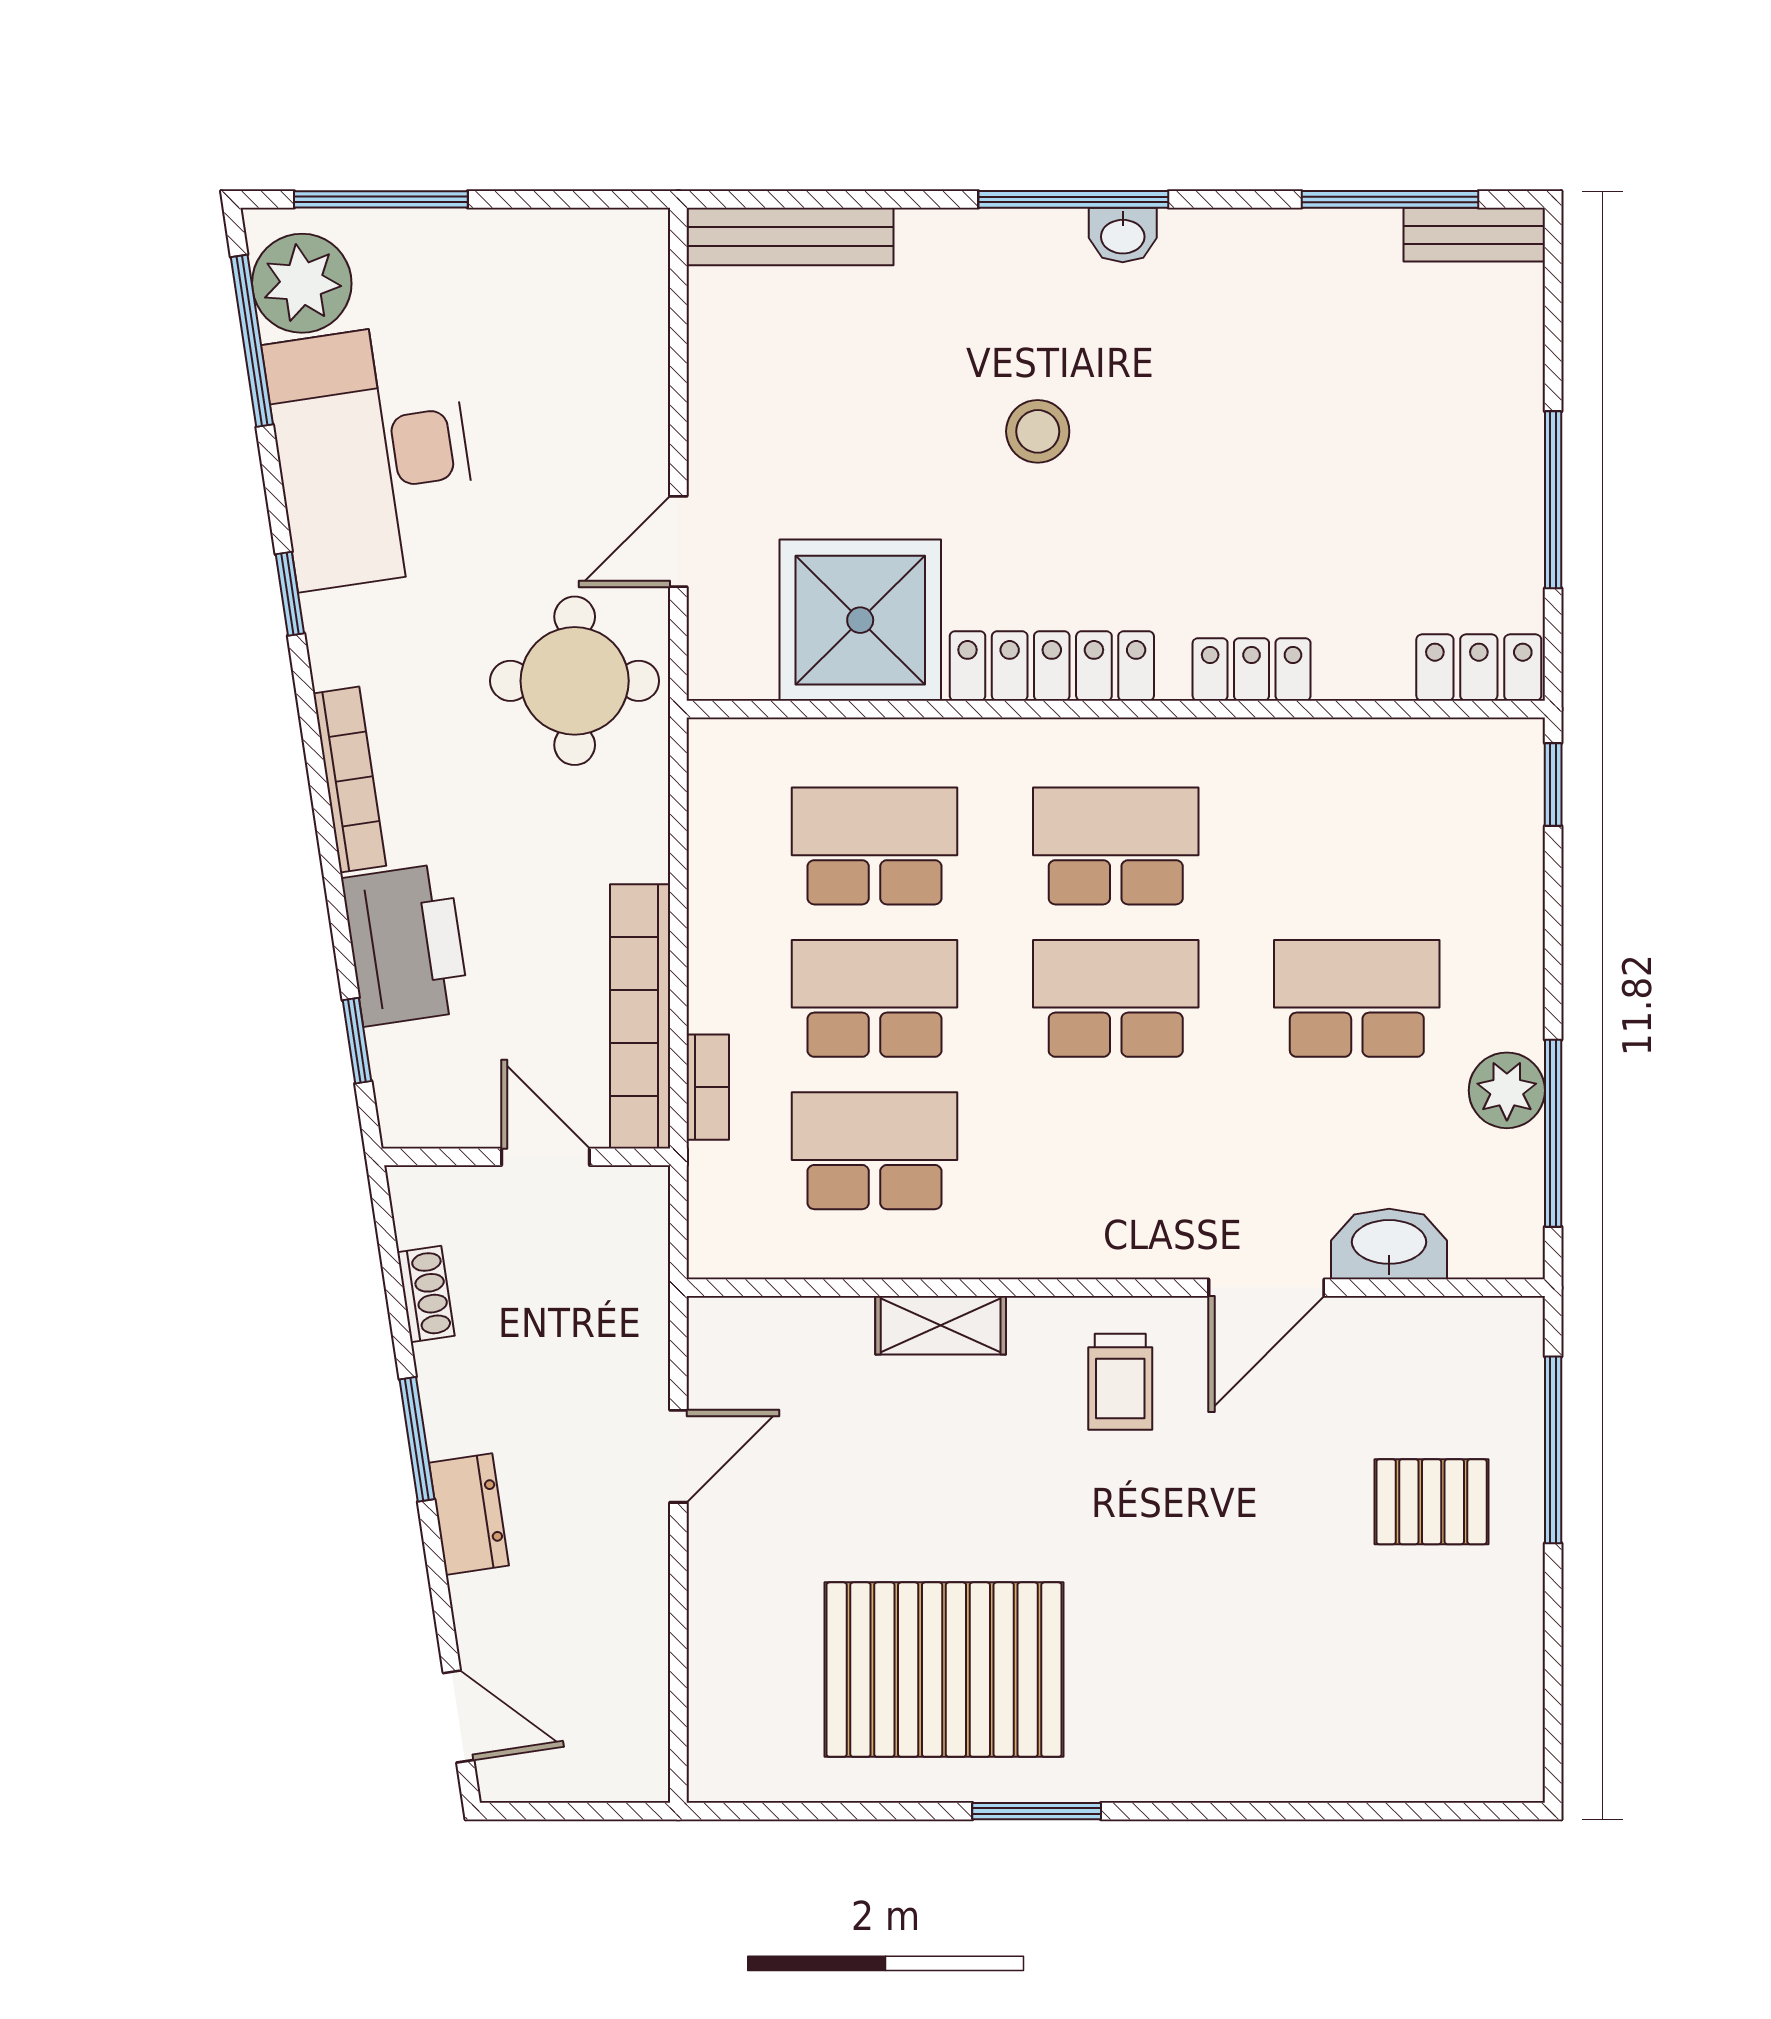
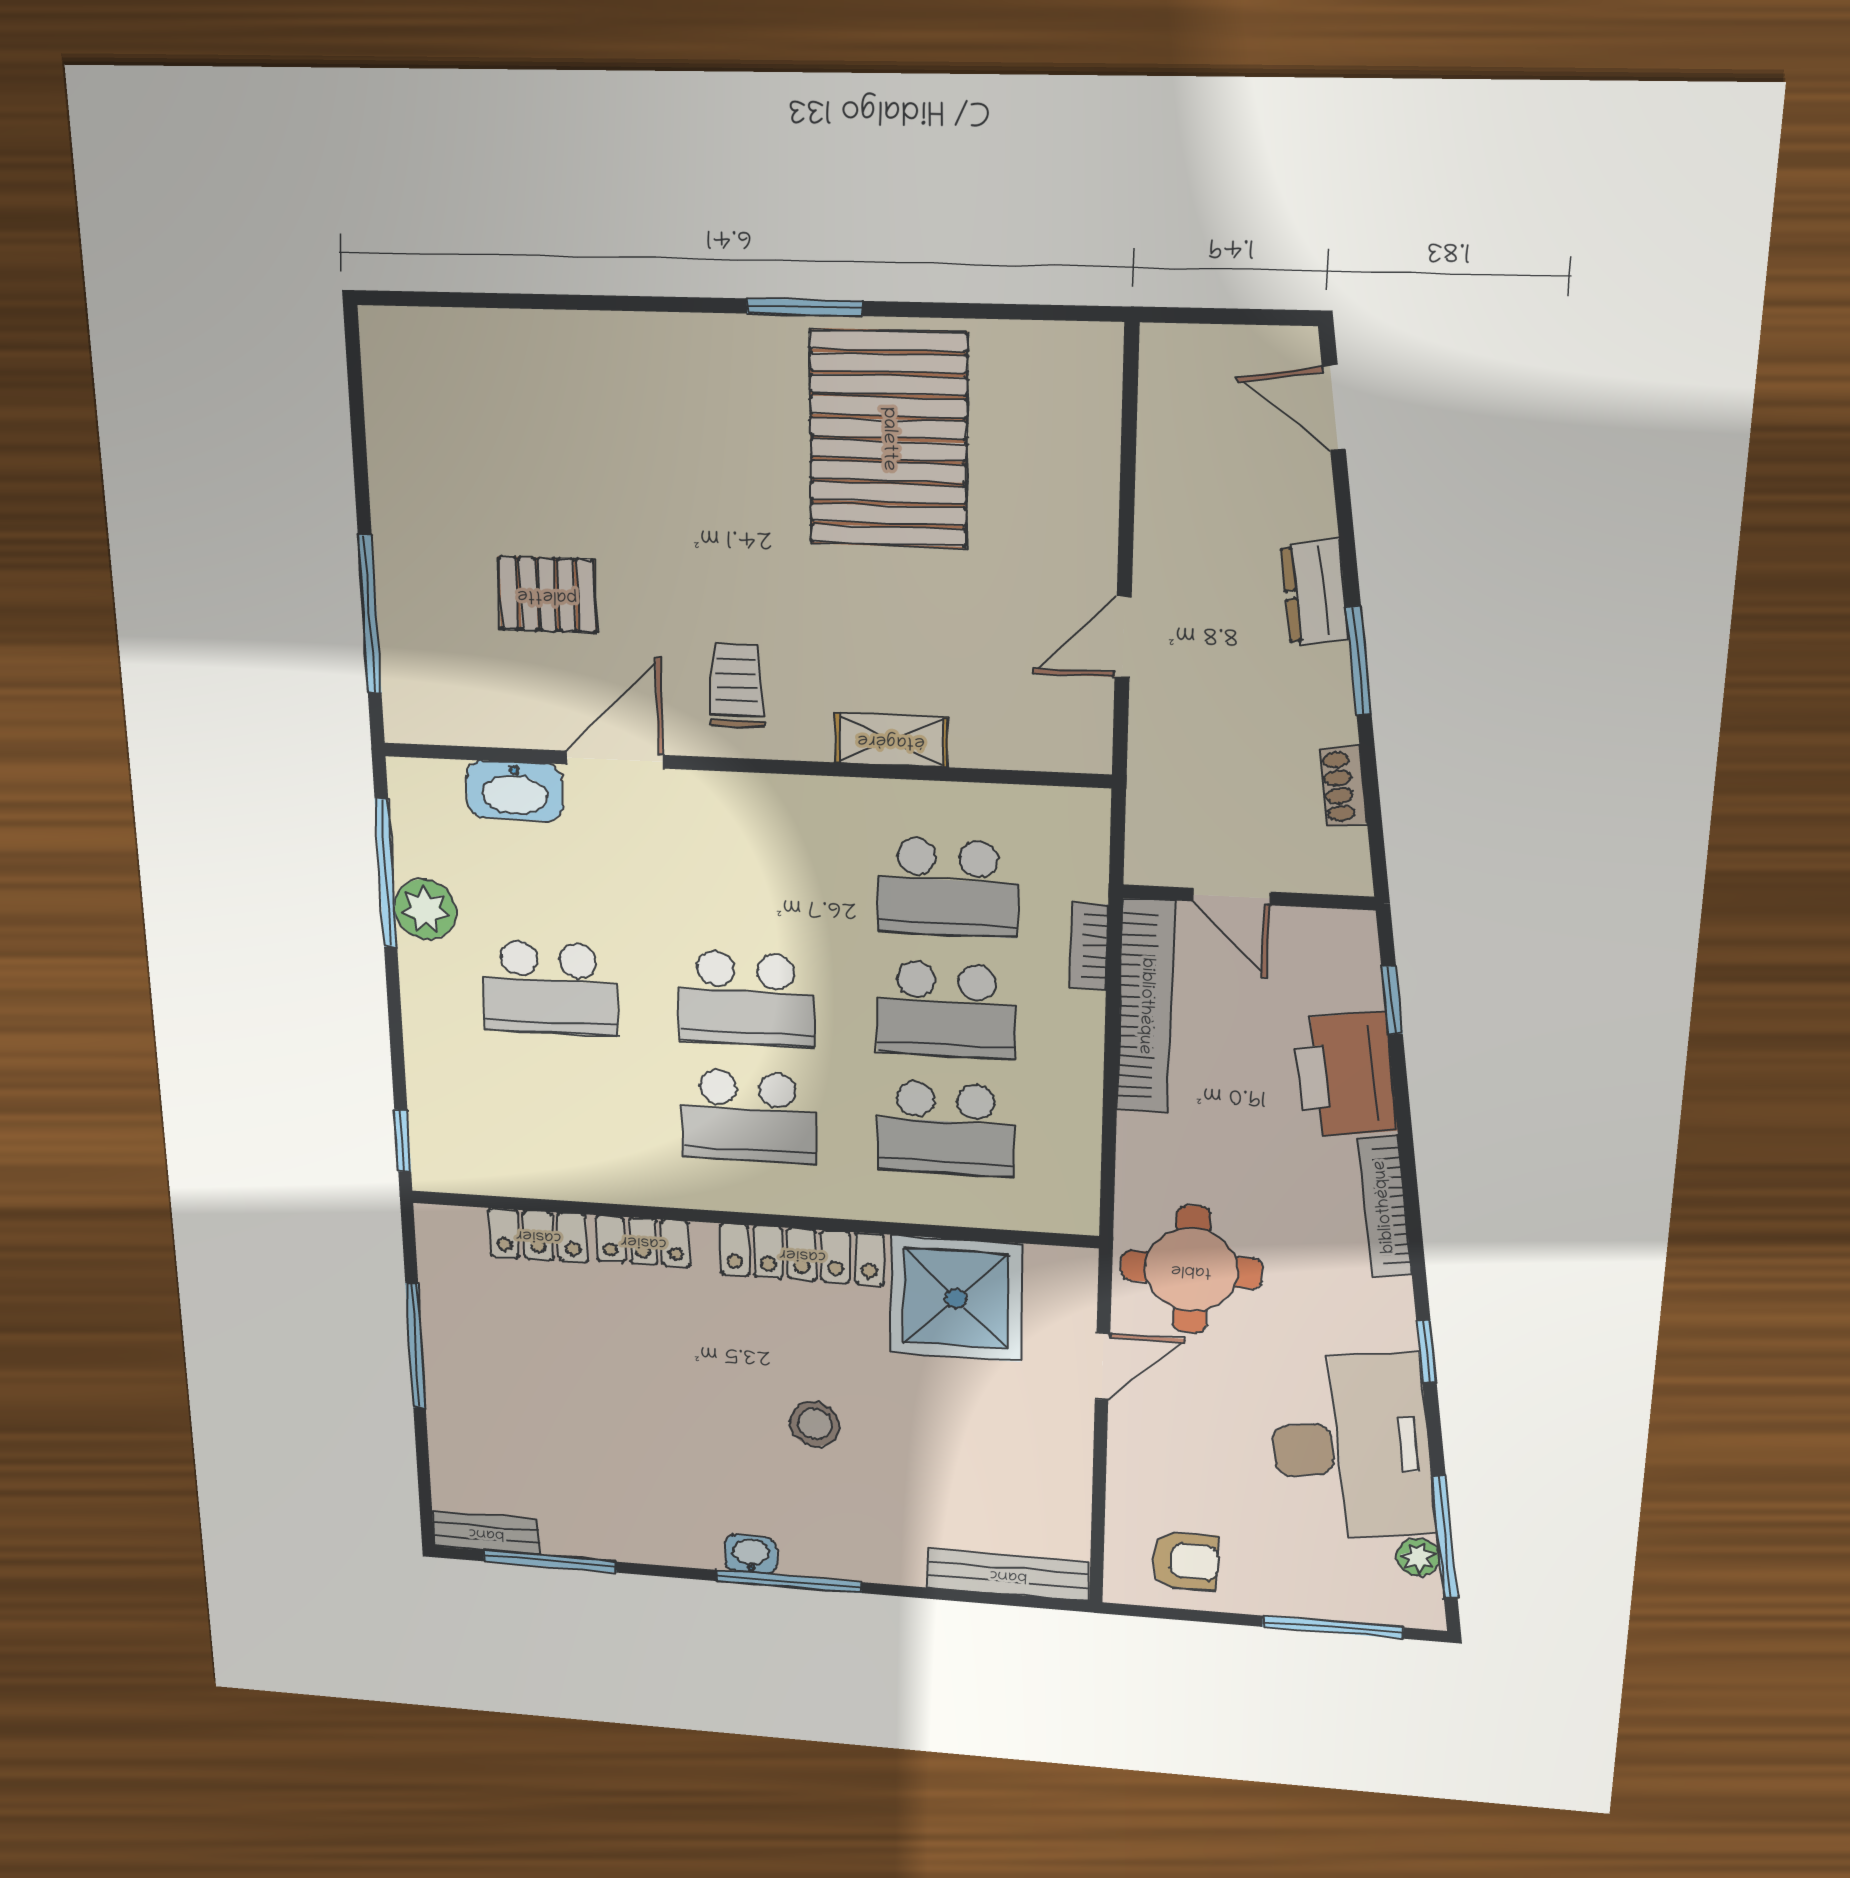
armchair: (568, 277) -> (1185, 1561), added
plant: (302, 283) -> (1418, 1557), width x0.53, depth x0.53
locker: (1479, 668) -> (538, 1235), moved
pallet: (1432, 1502) -> (547, 595), moved
pallet: (944, 1670) -> (888, 439), turned 90

